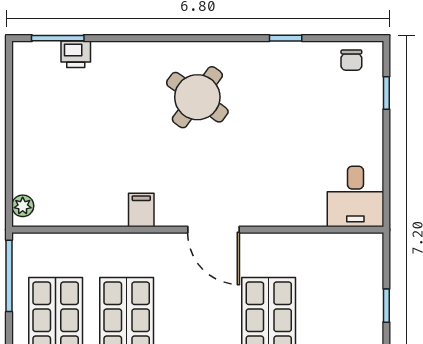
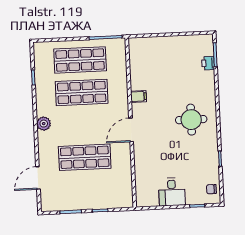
round table: (197, 97) -> (191, 120), turned -36
desk: (355, 196) -> (172, 192), moved, turned -90
plant: (23, 206) -> (138, 42), removed

